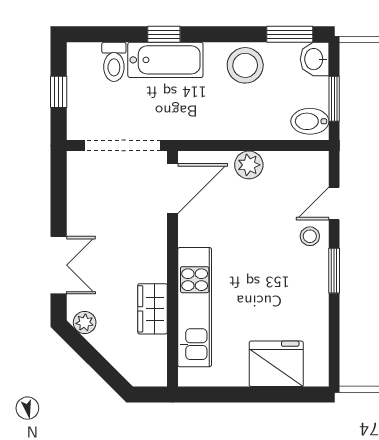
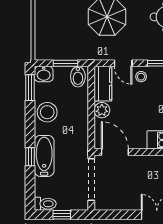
toilet: (114, 62) -> (45, 204), moved
kitchen counter: (297, 167) -> (103, 84), added

